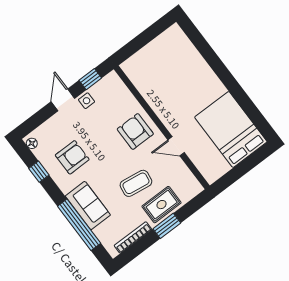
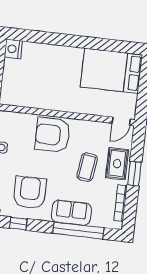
nightstand: (174, 35) -> (13, 49), added
armchair: (135, 131) -> (53, 135), width x1.36, depth x1.36
door: (176, 146) -> (121, 121), moved
armchair: (72, 157) -> (30, 193), width x1.36, depth x1.36

